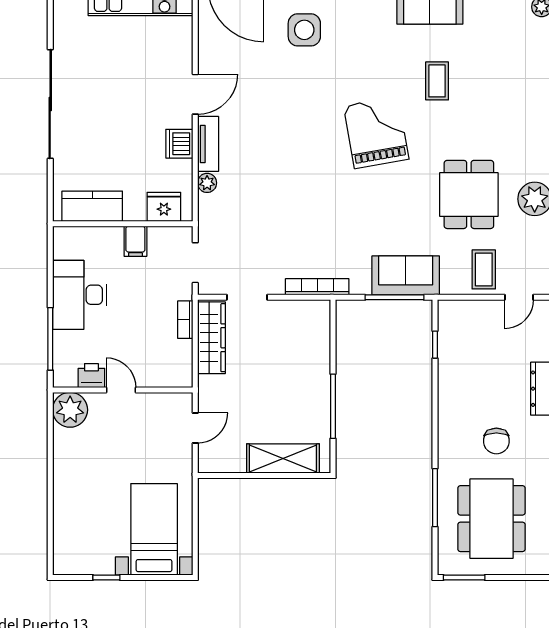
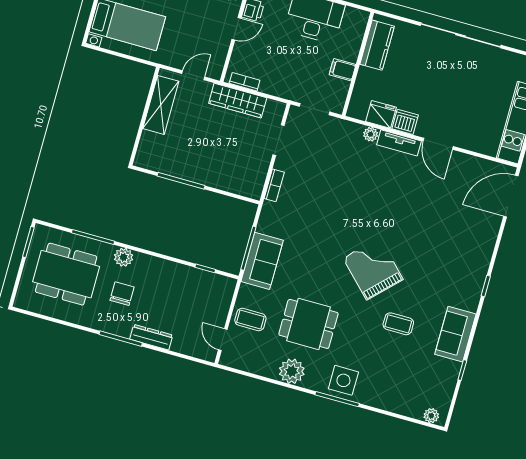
side table: (304, 30) -> (343, 380), moved
grand piano: (376, 132) -> (373, 269), turned -125
fridge: (164, 207) -> (381, 114), moved, turned -90
bookcase: (317, 287) -> (274, 185), width x0.64
bookcase: (185, 320) -> (245, 82), moved
wardrobe: (211, 338) -> (238, 101), moved
door: (195, 428) -> (193, 75), swing flipped
chair: (496, 441) -> (122, 294), turned 90
plant: (450, 452) -> (124, 257), added
shelving: (283, 459) -> (161, 105), moved

